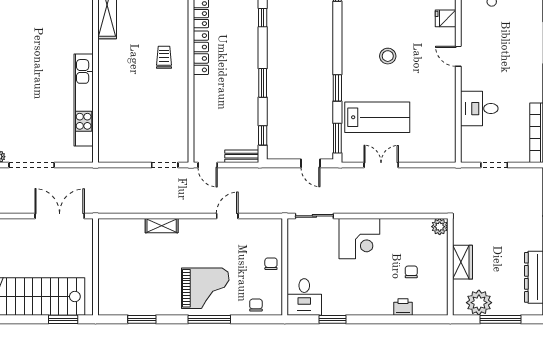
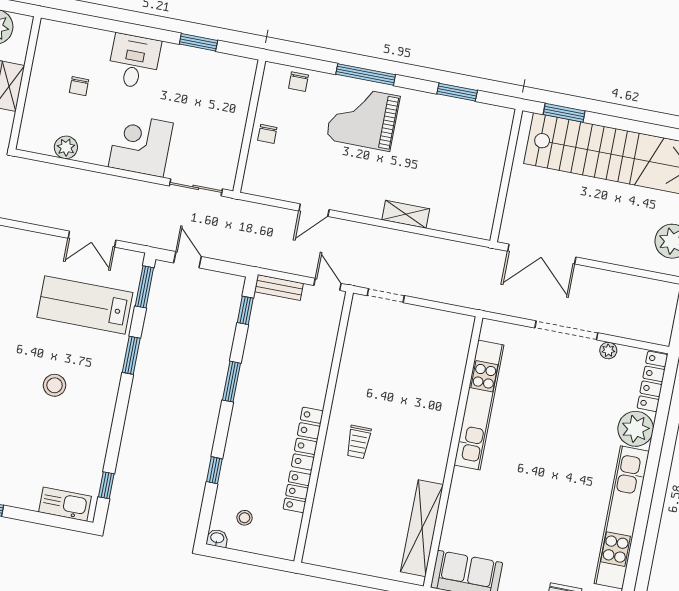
plant: (440, 227) -> (66, 147), moved
desk: (304, 297) -> (134, 61), moved
printer: (403, 307) -> (99, 41), removed

